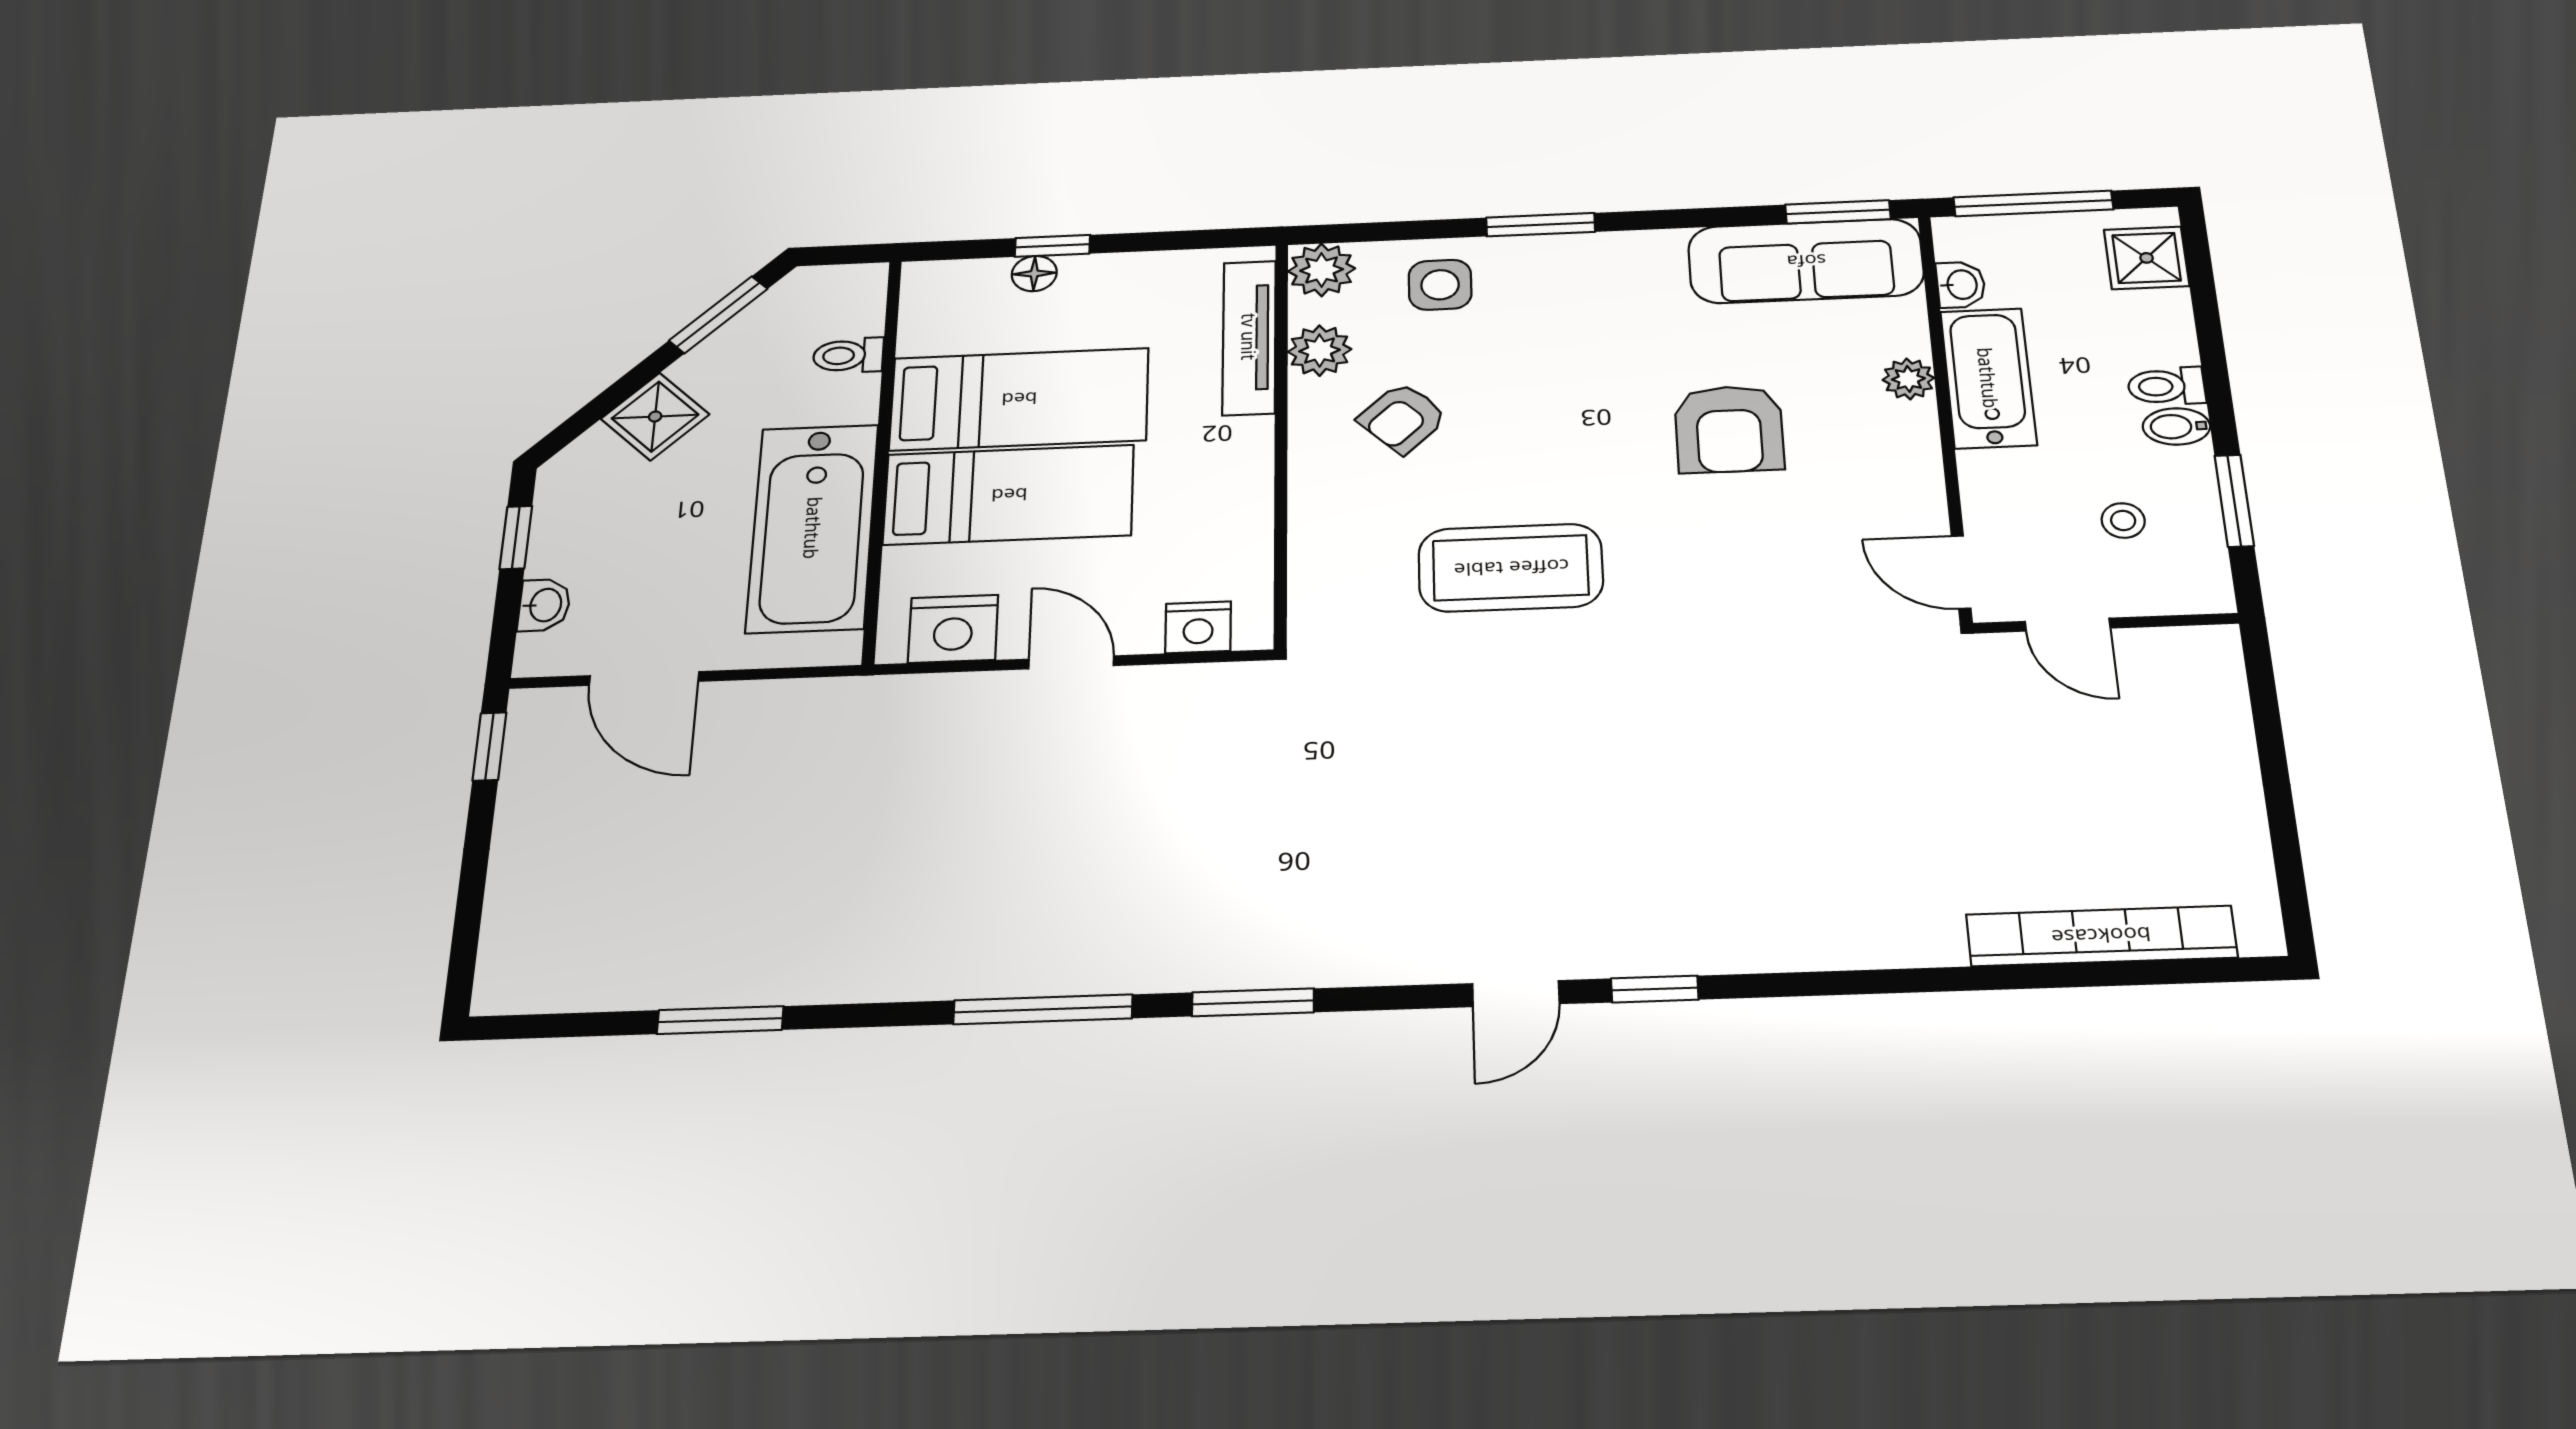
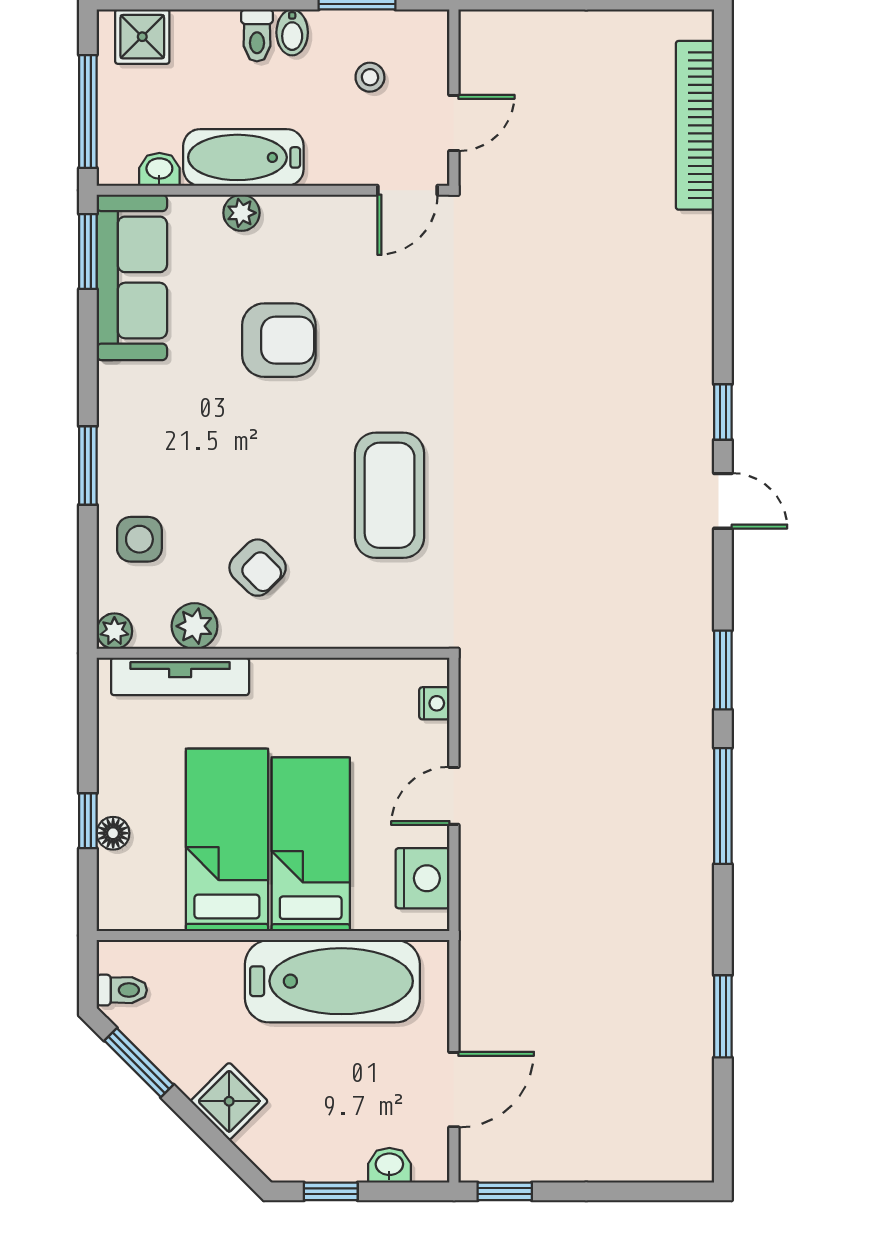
plant: (1322, 270) -> (114, 631), width x0.73, depth x0.73
toilet: (848, 355) -> (122, 990), moved, turned -90
nightstand: (1198, 627) -> (434, 703), width x0.72, depth x0.74

